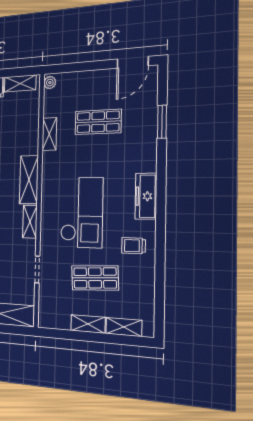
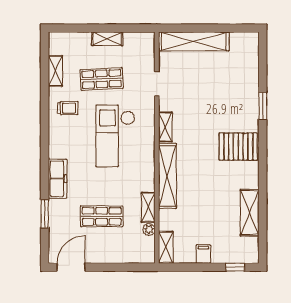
shelving: (20, 83) -> (166, 247), moved, turned 90
plant: (50, 83) -> (149, 230), moved
shelving: (29, 180) -> (167, 176), width x1.47
freezer: (146, 196) -> (58, 179), moved
shelving: (124, 327) -> (55, 71), moved, turned 90

